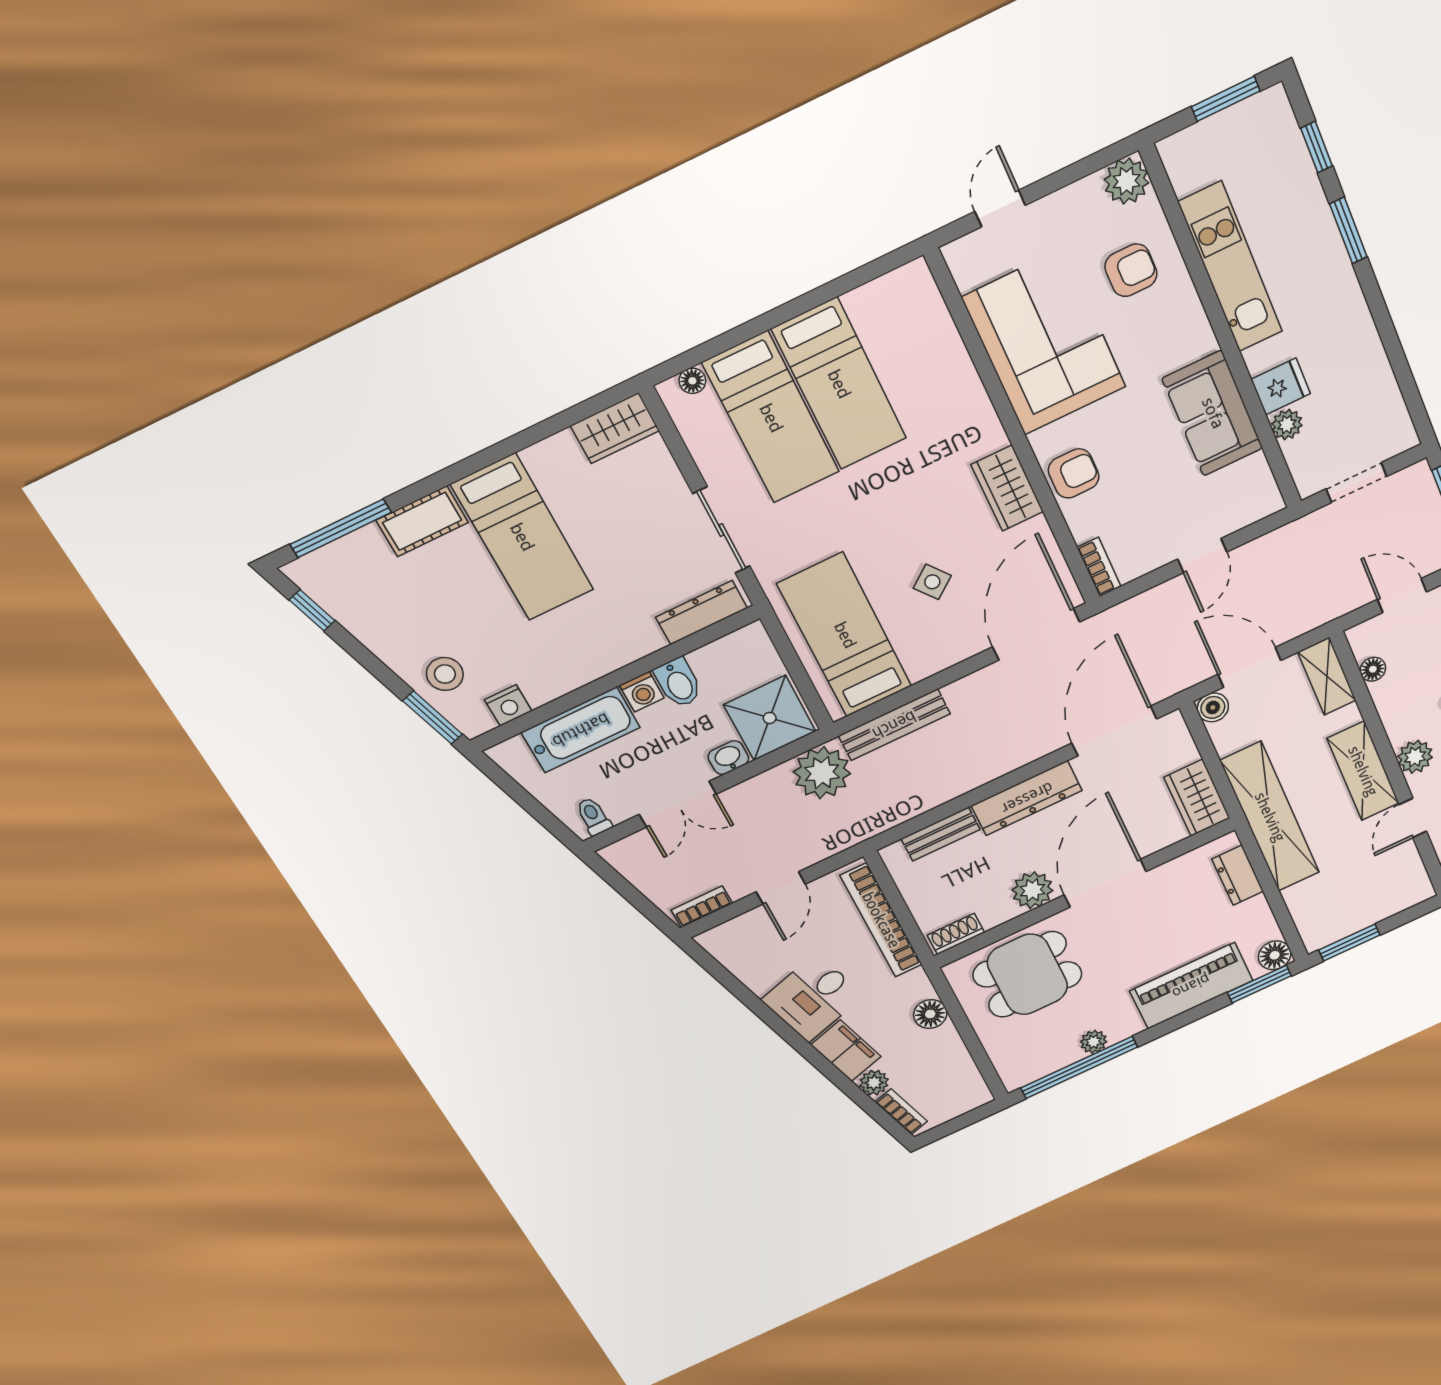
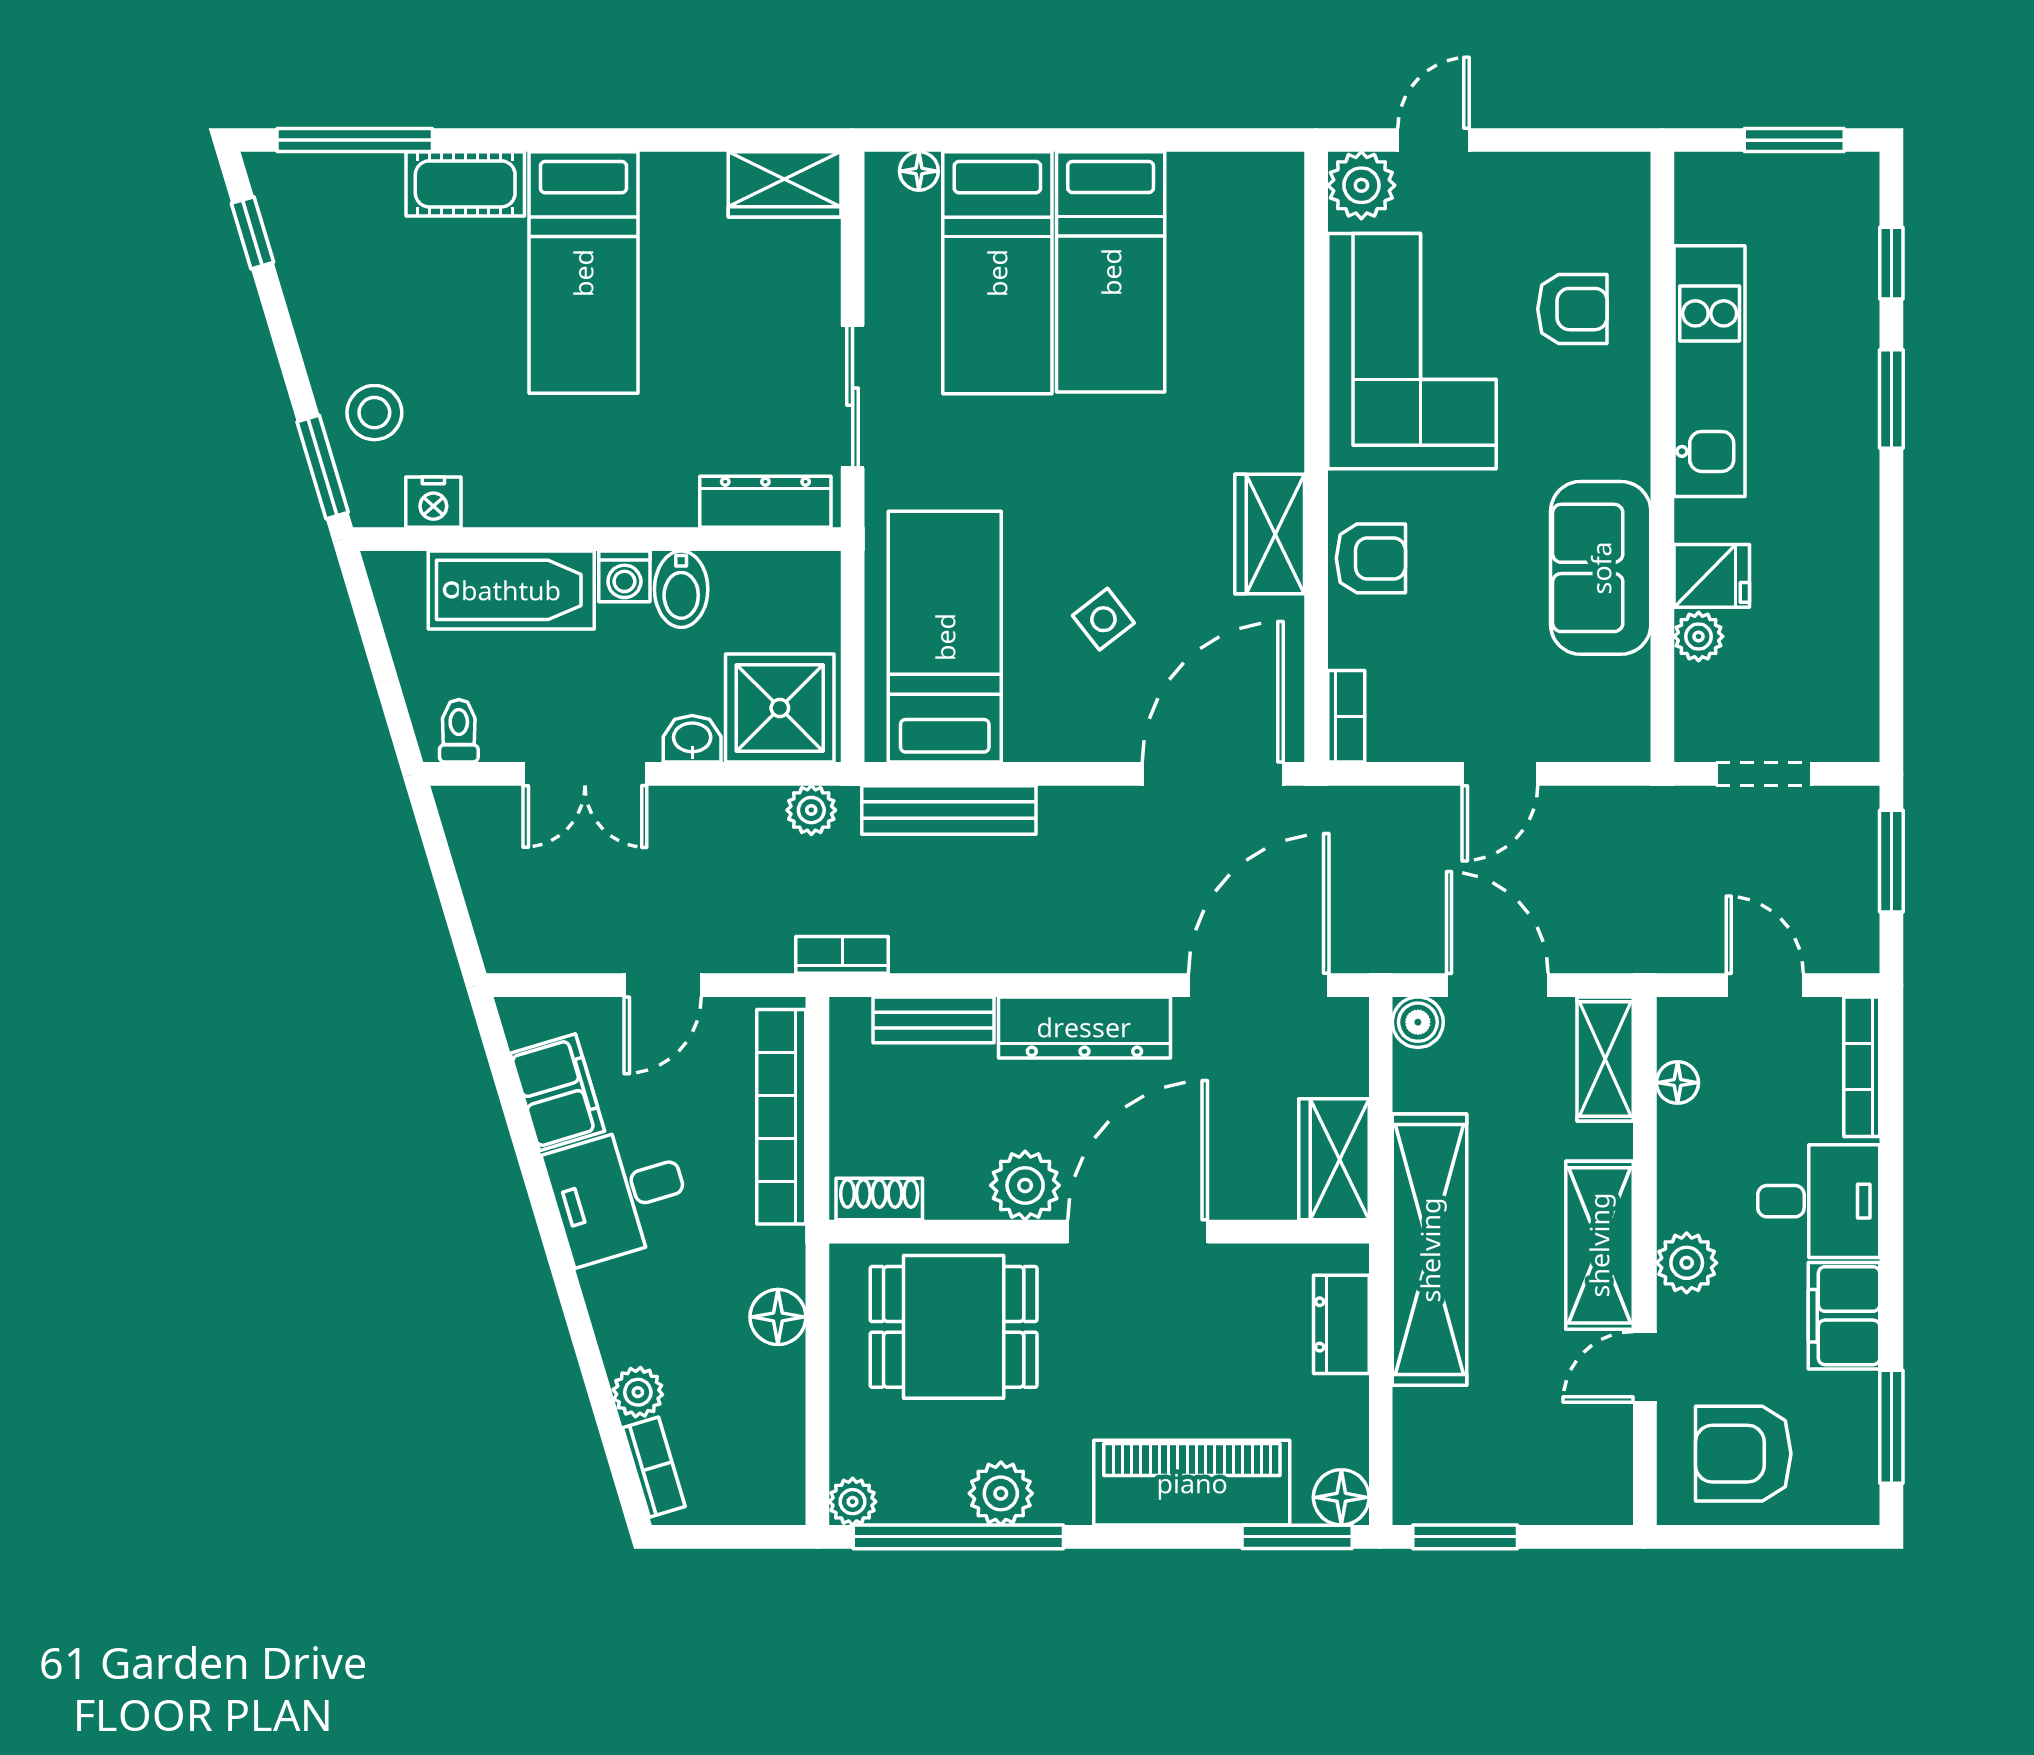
plant: (1127, 181) -> (1361, 185), moved
plant: (822, 773) -> (811, 810), width x0.53, depth x0.53
bookcase: (702, 907) -> (842, 955), moved
plant: (1094, 1042) -> (1001, 1493), width x1.38, depth x1.38
filing cabinet: (846, 1051) -> (557, 1092), moved
plant: (1015, 1078) -> (853, 1502), added

